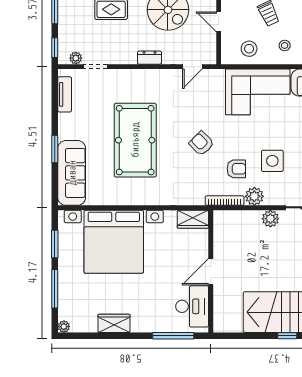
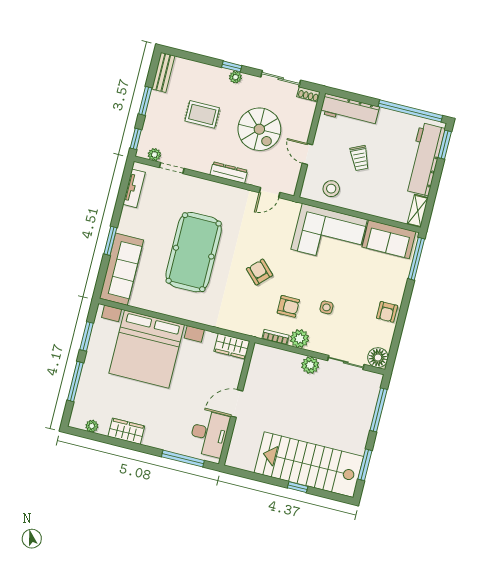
stool: (285, 45) -> (368, 194), removed
dresser: (150, 58) -> (229, 173), width x1.44
side table: (272, 161) -> (326, 307), width x0.54, depth x0.54
bookcase: (225, 201) -> (276, 337), width x0.64
plant: (64, 327) -> (92, 426), moved

